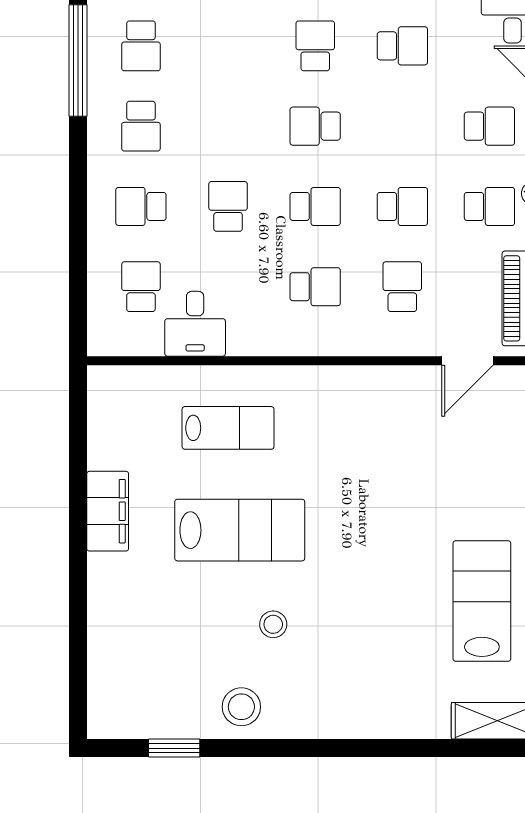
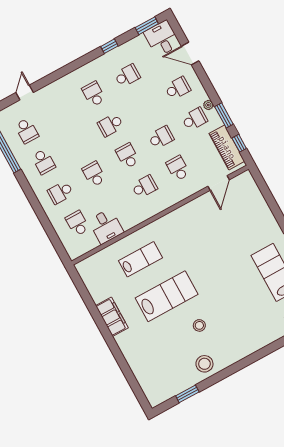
school desk: (315, 206) -> (127, 156), turned -90

